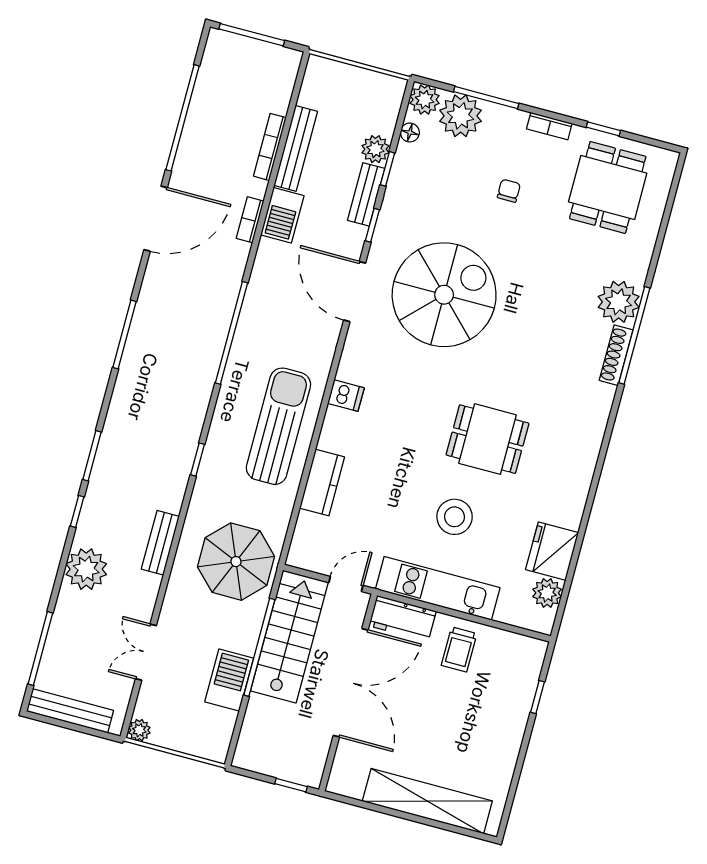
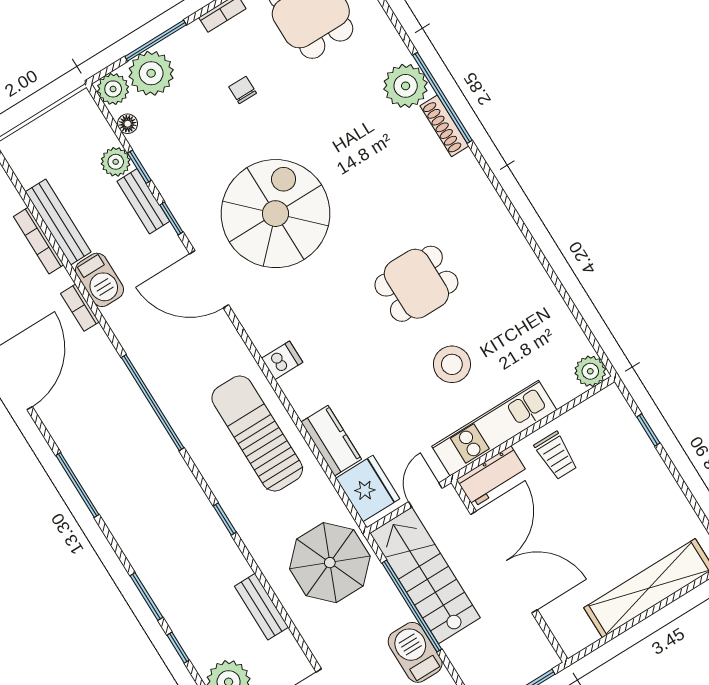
fridge: (552, 551) -> (368, 488), moved, turned 180
plant: (547, 593) -> (590, 371), moved

